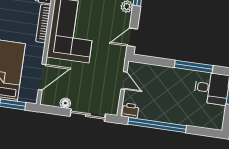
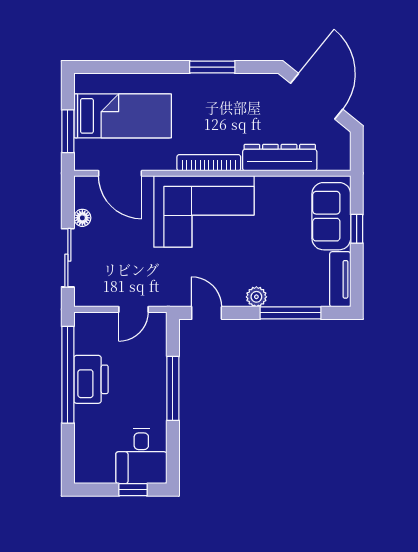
window: (194, 67) -> (173, 388), moved
printer: (130, 111) -> (91, 379), moved, width x1.87, depth x1.48

